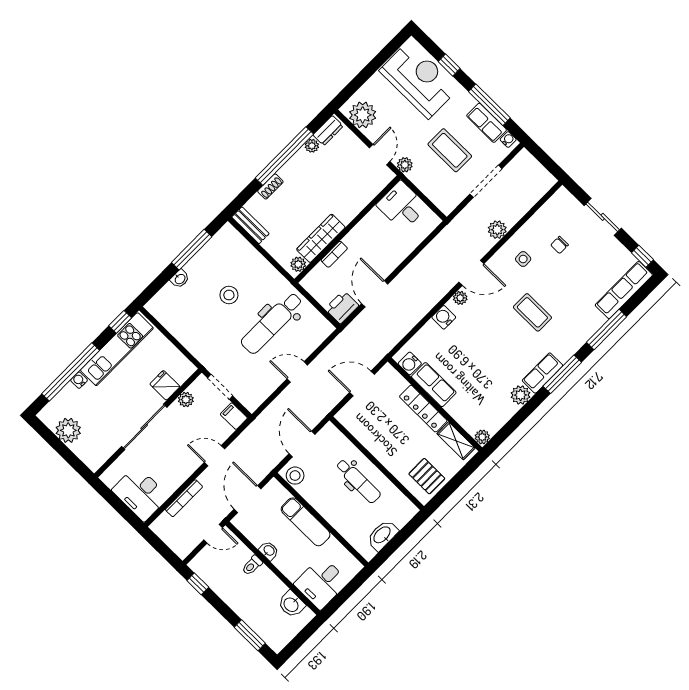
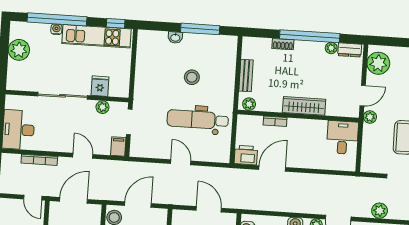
bench: (250, 225) -> (246, 75), moved
wardrobe: (321, 238) -> (304, 106), moved

